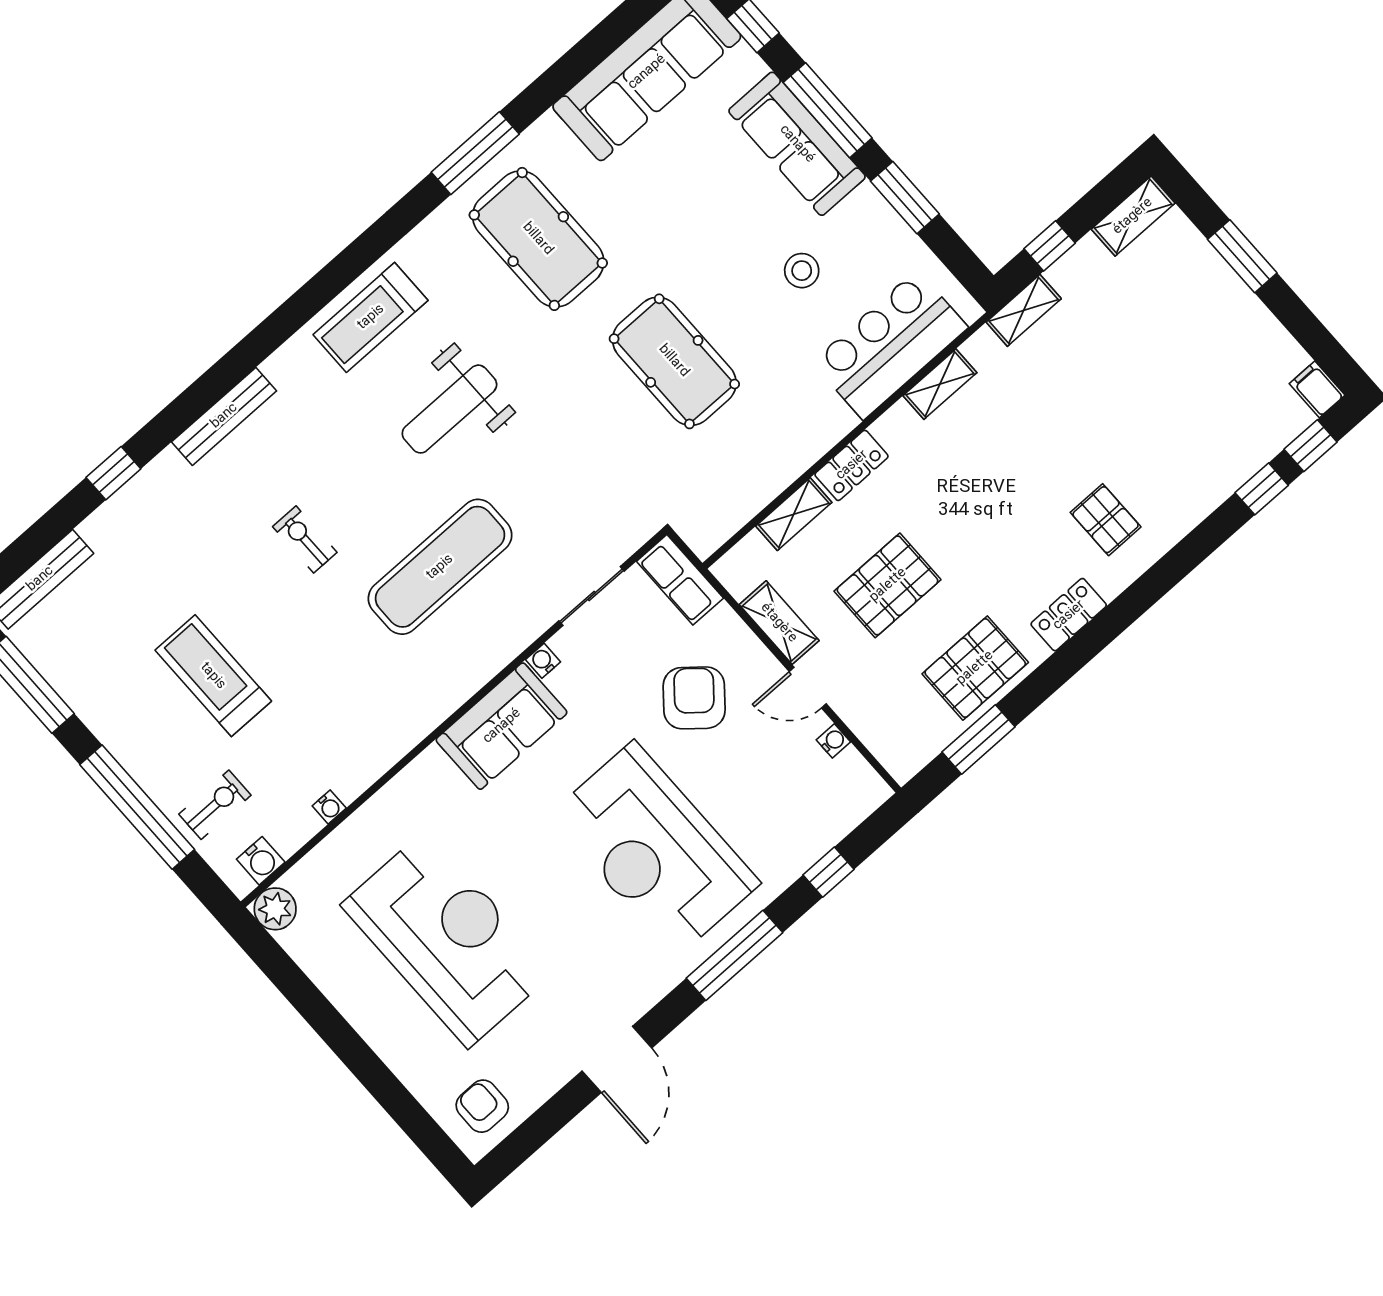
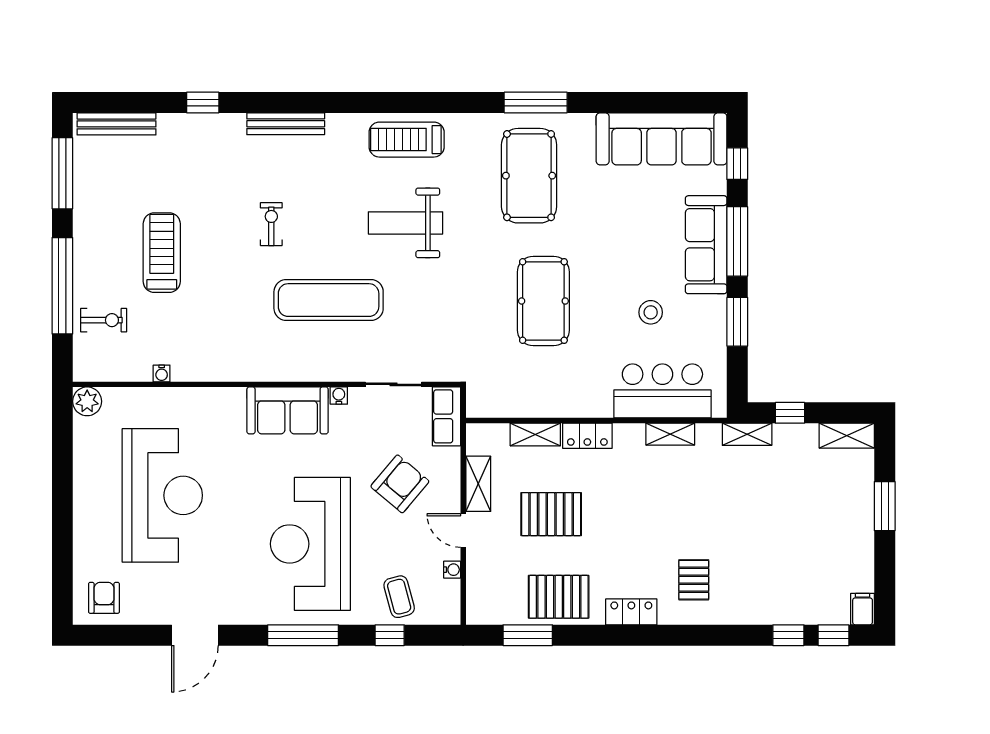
coffee table: (802, 821) -> (399, 597), added
water cooler: (261, 861) -> (102, 370), removed

